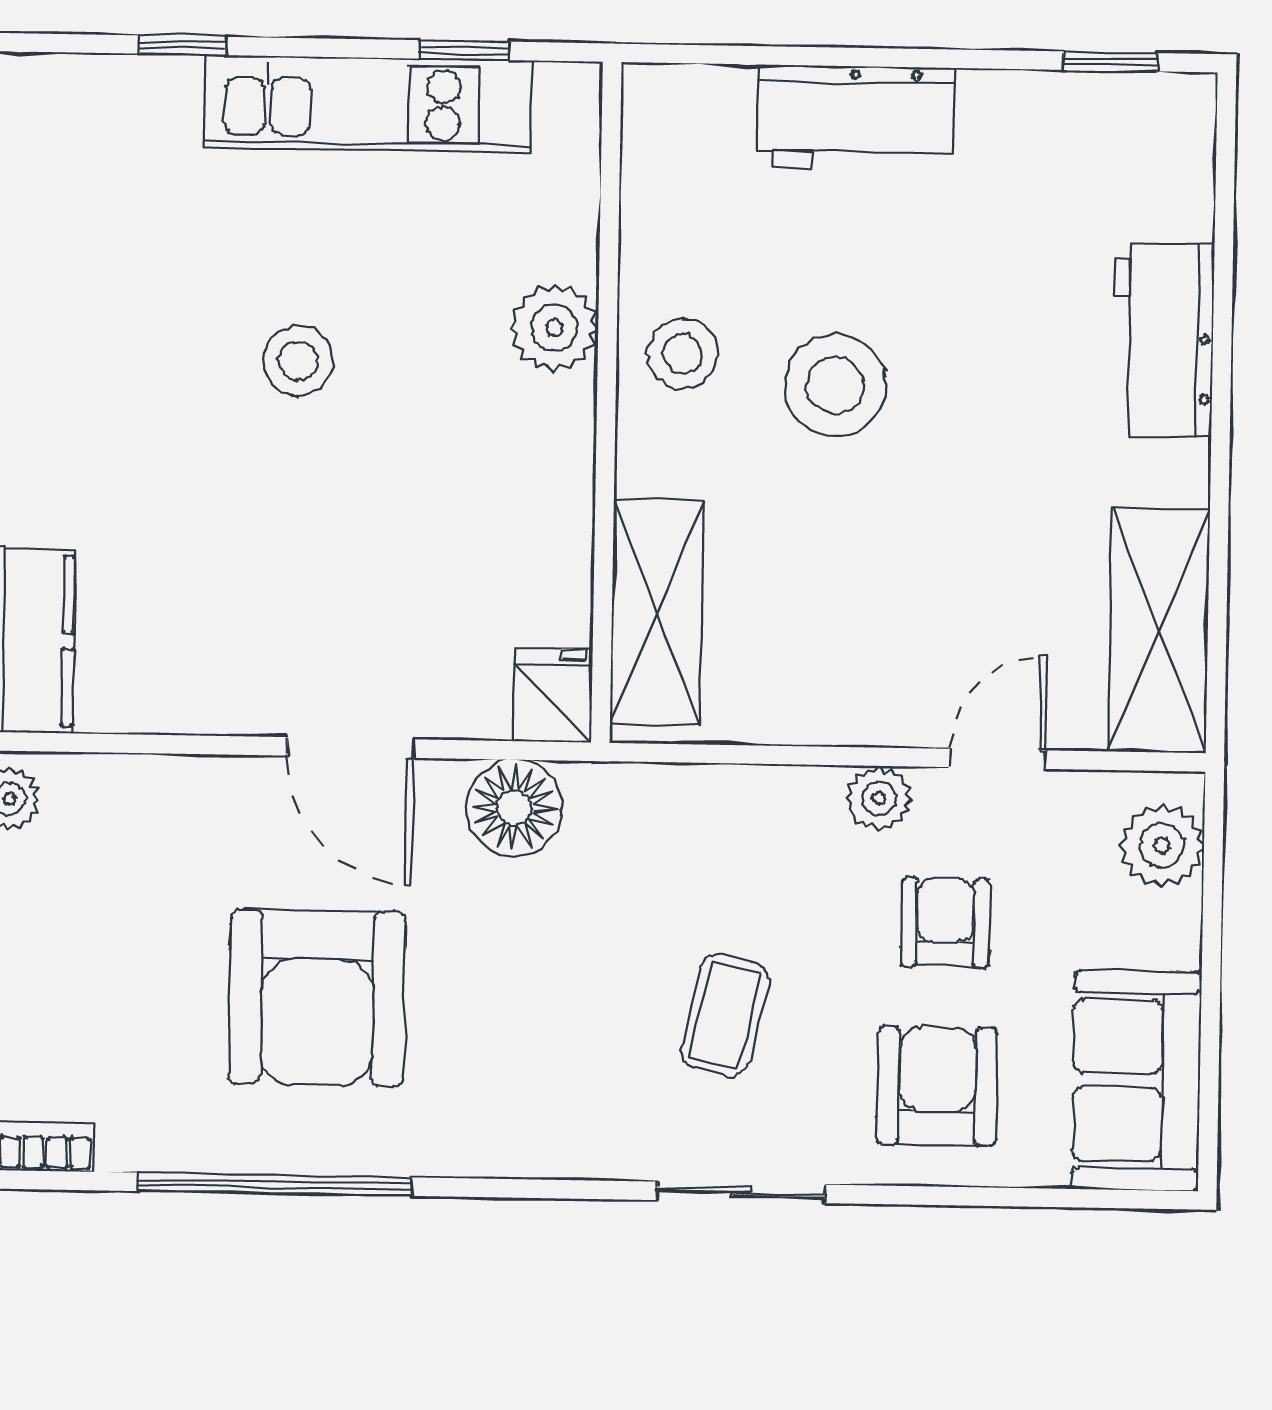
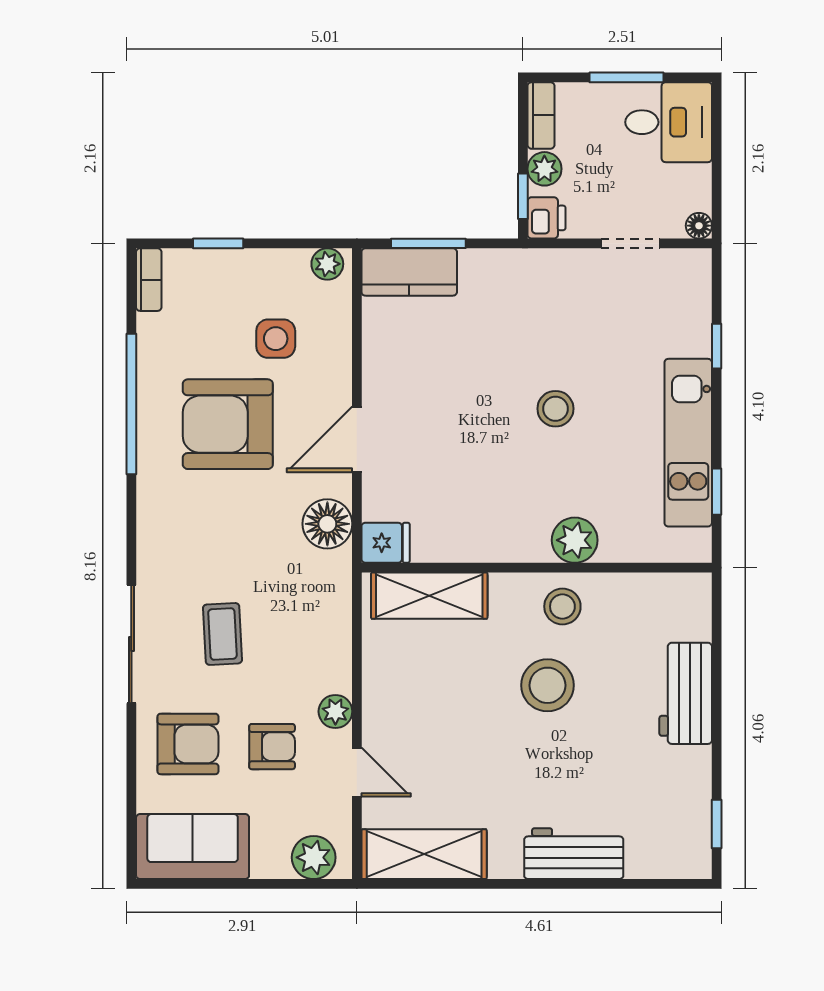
side table: (152, 902) -> (276, 339), added
coffee table: (725, 1015) -> (222, 634), turned 74
sliding door: (741, 1192) -> (131, 644), width x1.37

